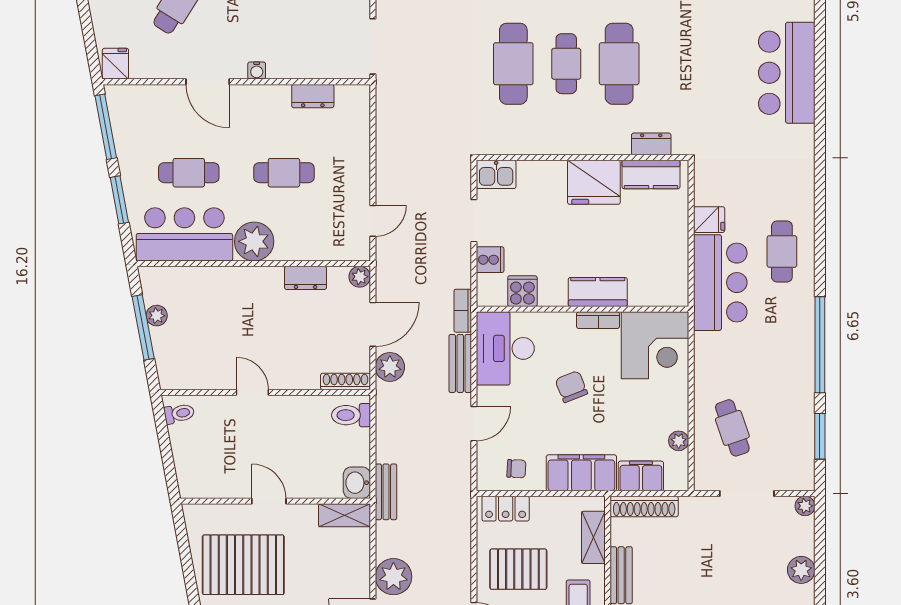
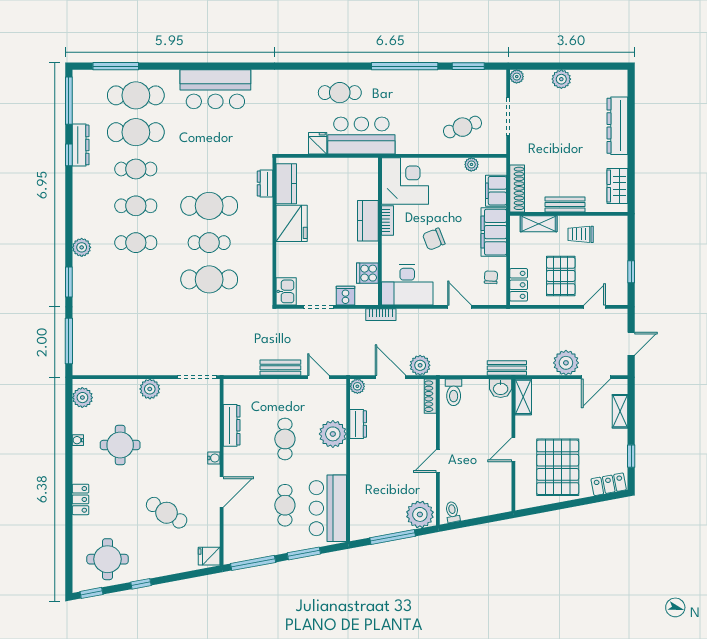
dresser: (313, 96) -> (232, 425), width x1.44
plant: (254, 241) -> (333, 434), moved
plant: (157, 316) -> (420, 514), moved, width x1.87, depth x1.87
bench: (460, 363) -> (280, 368), moved

